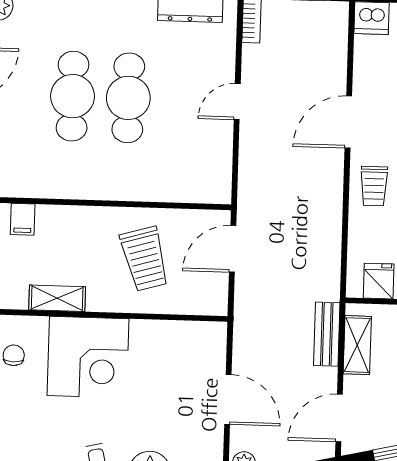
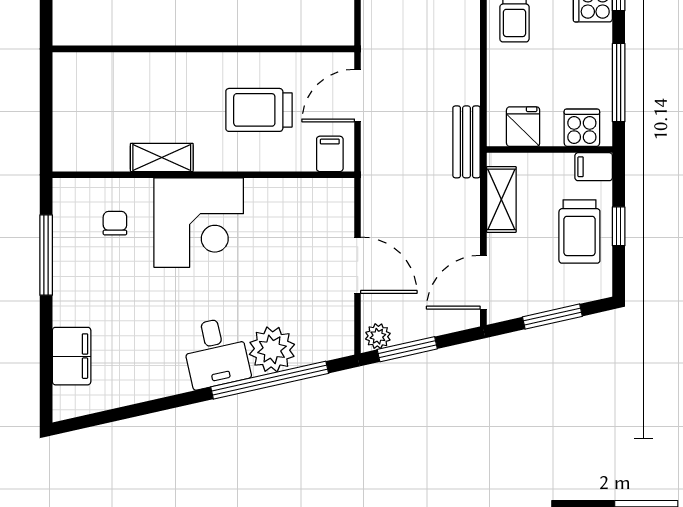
filing cabinet: (23, 219) -> (330, 154), moved, turned 180
trolley: (145, 259) -> (259, 110), turned 106
bench: (327, 334) -> (467, 142), moved

